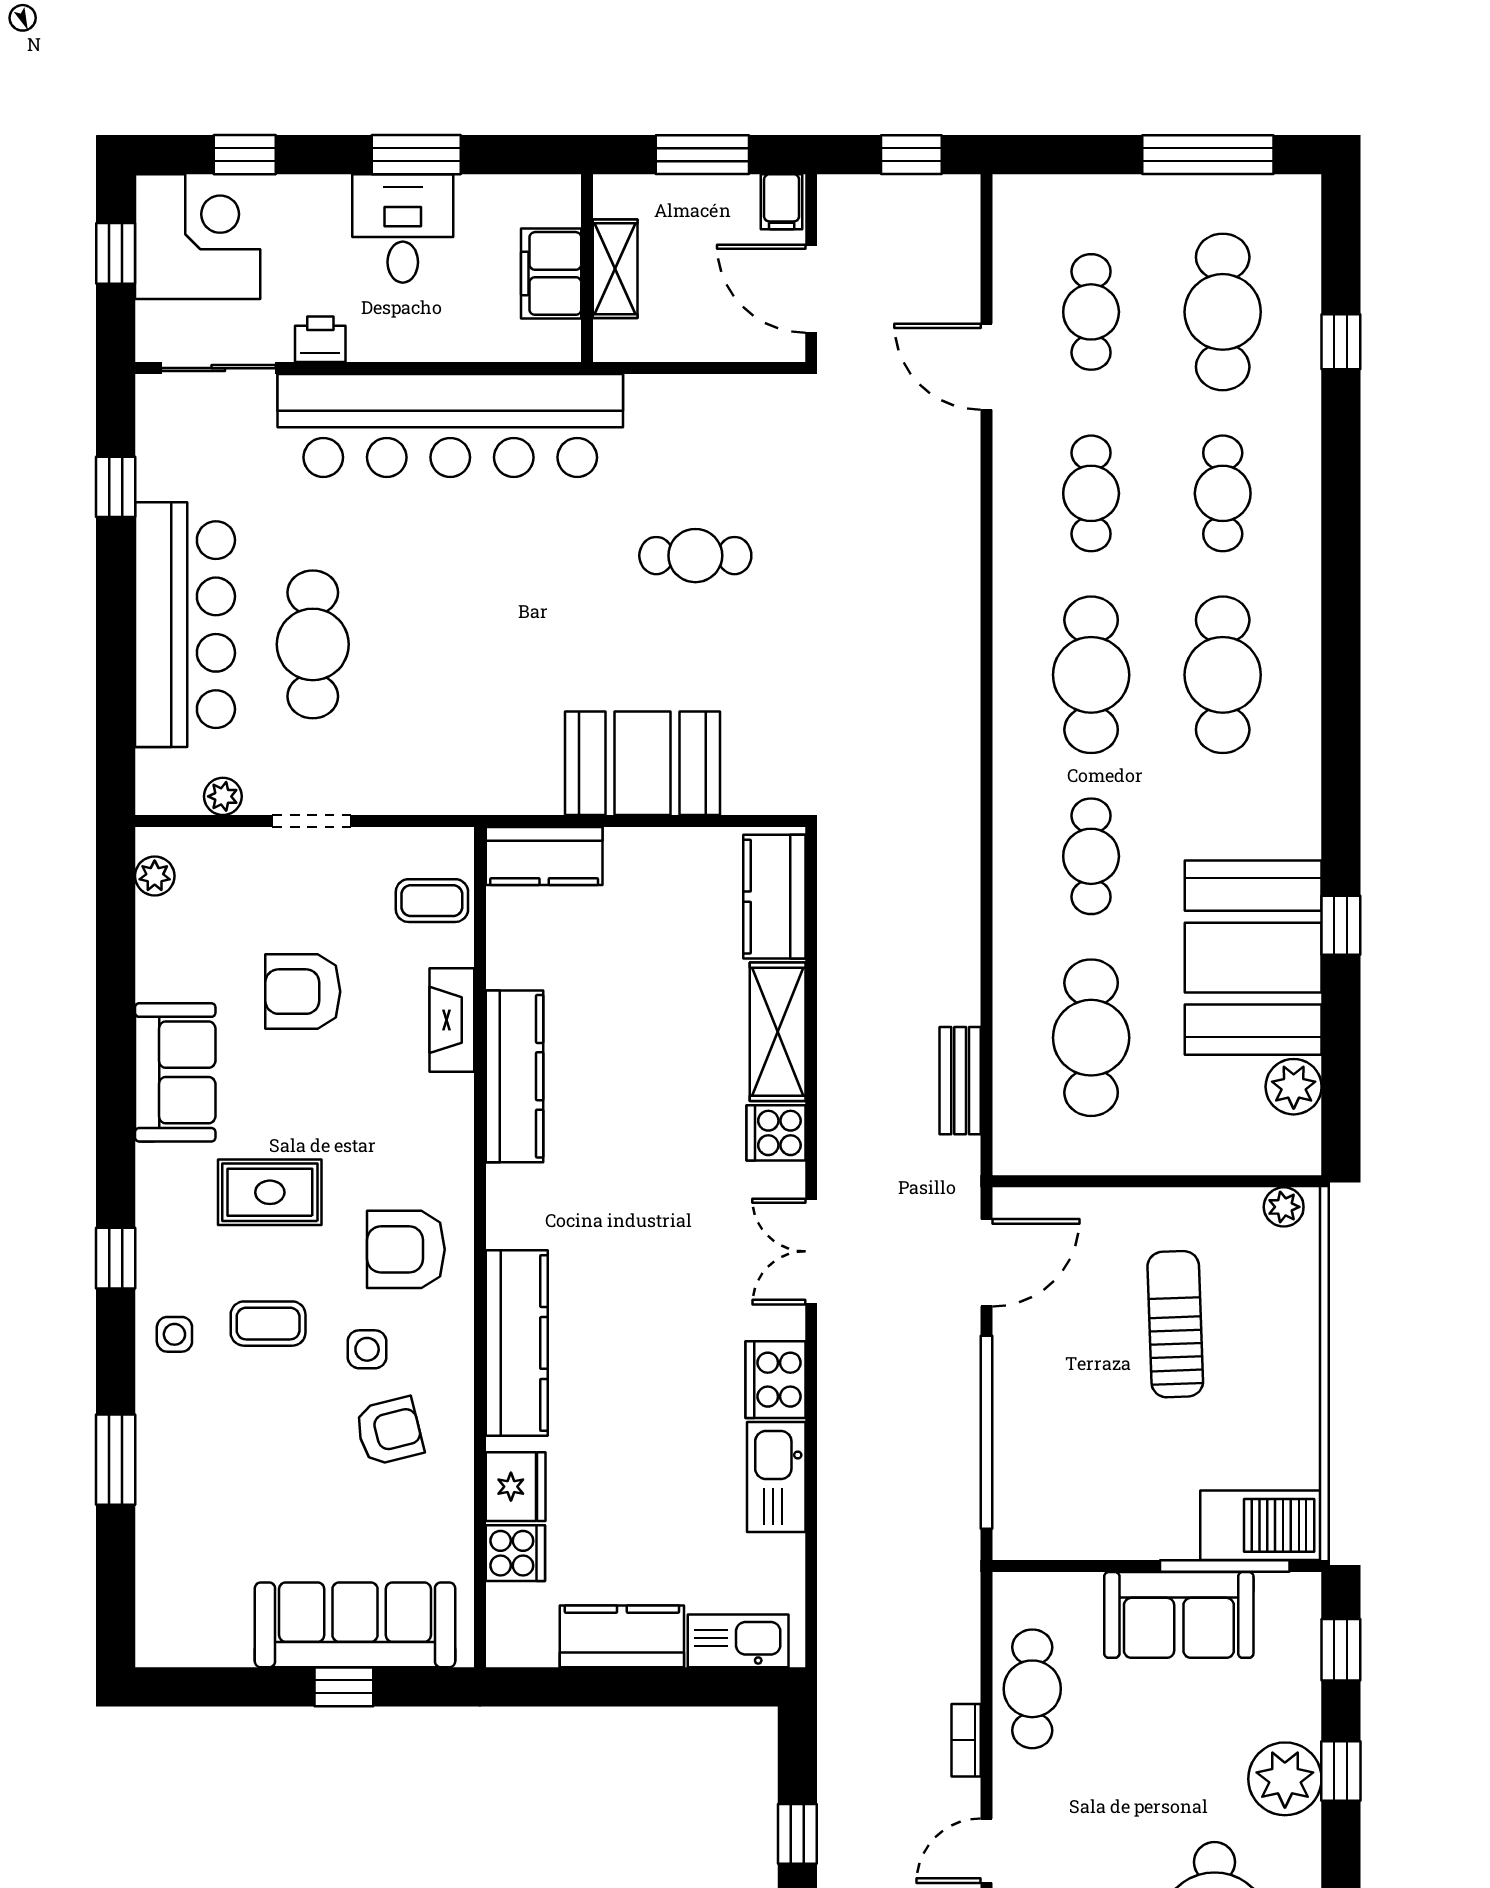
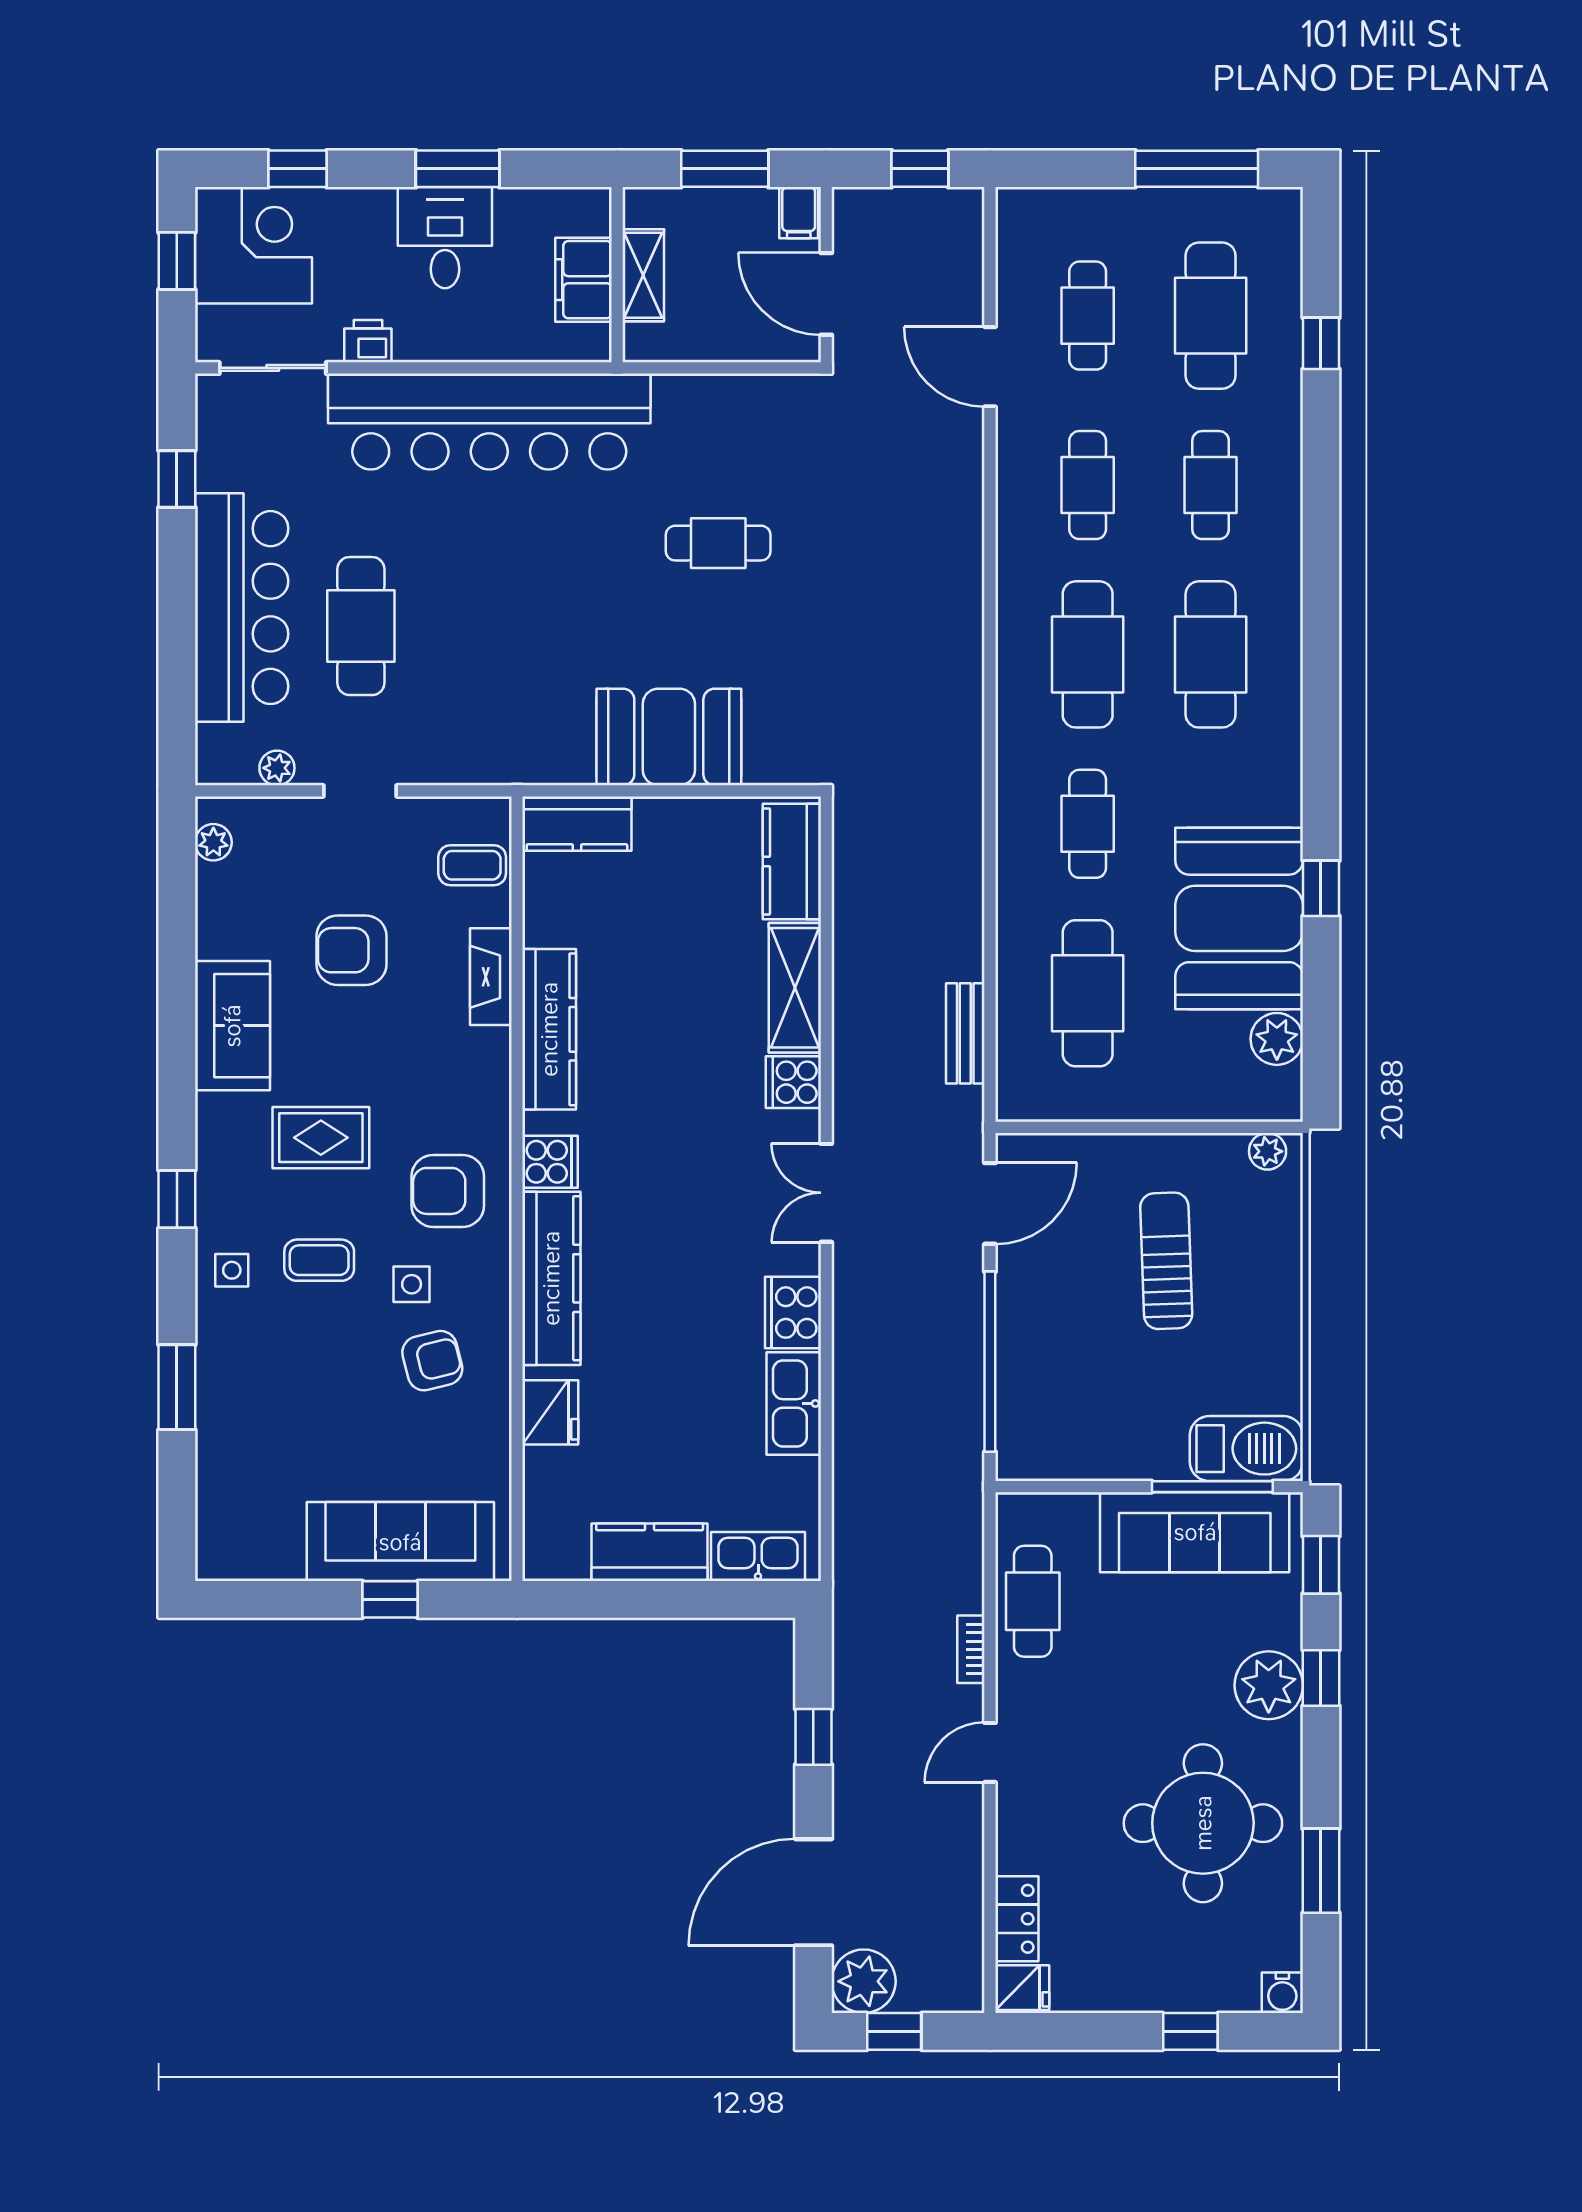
cooker: (515, 1553) -> (550, 1162), moved
sofa: (1179, 1615) -> (1195, 1532), width x1.36

